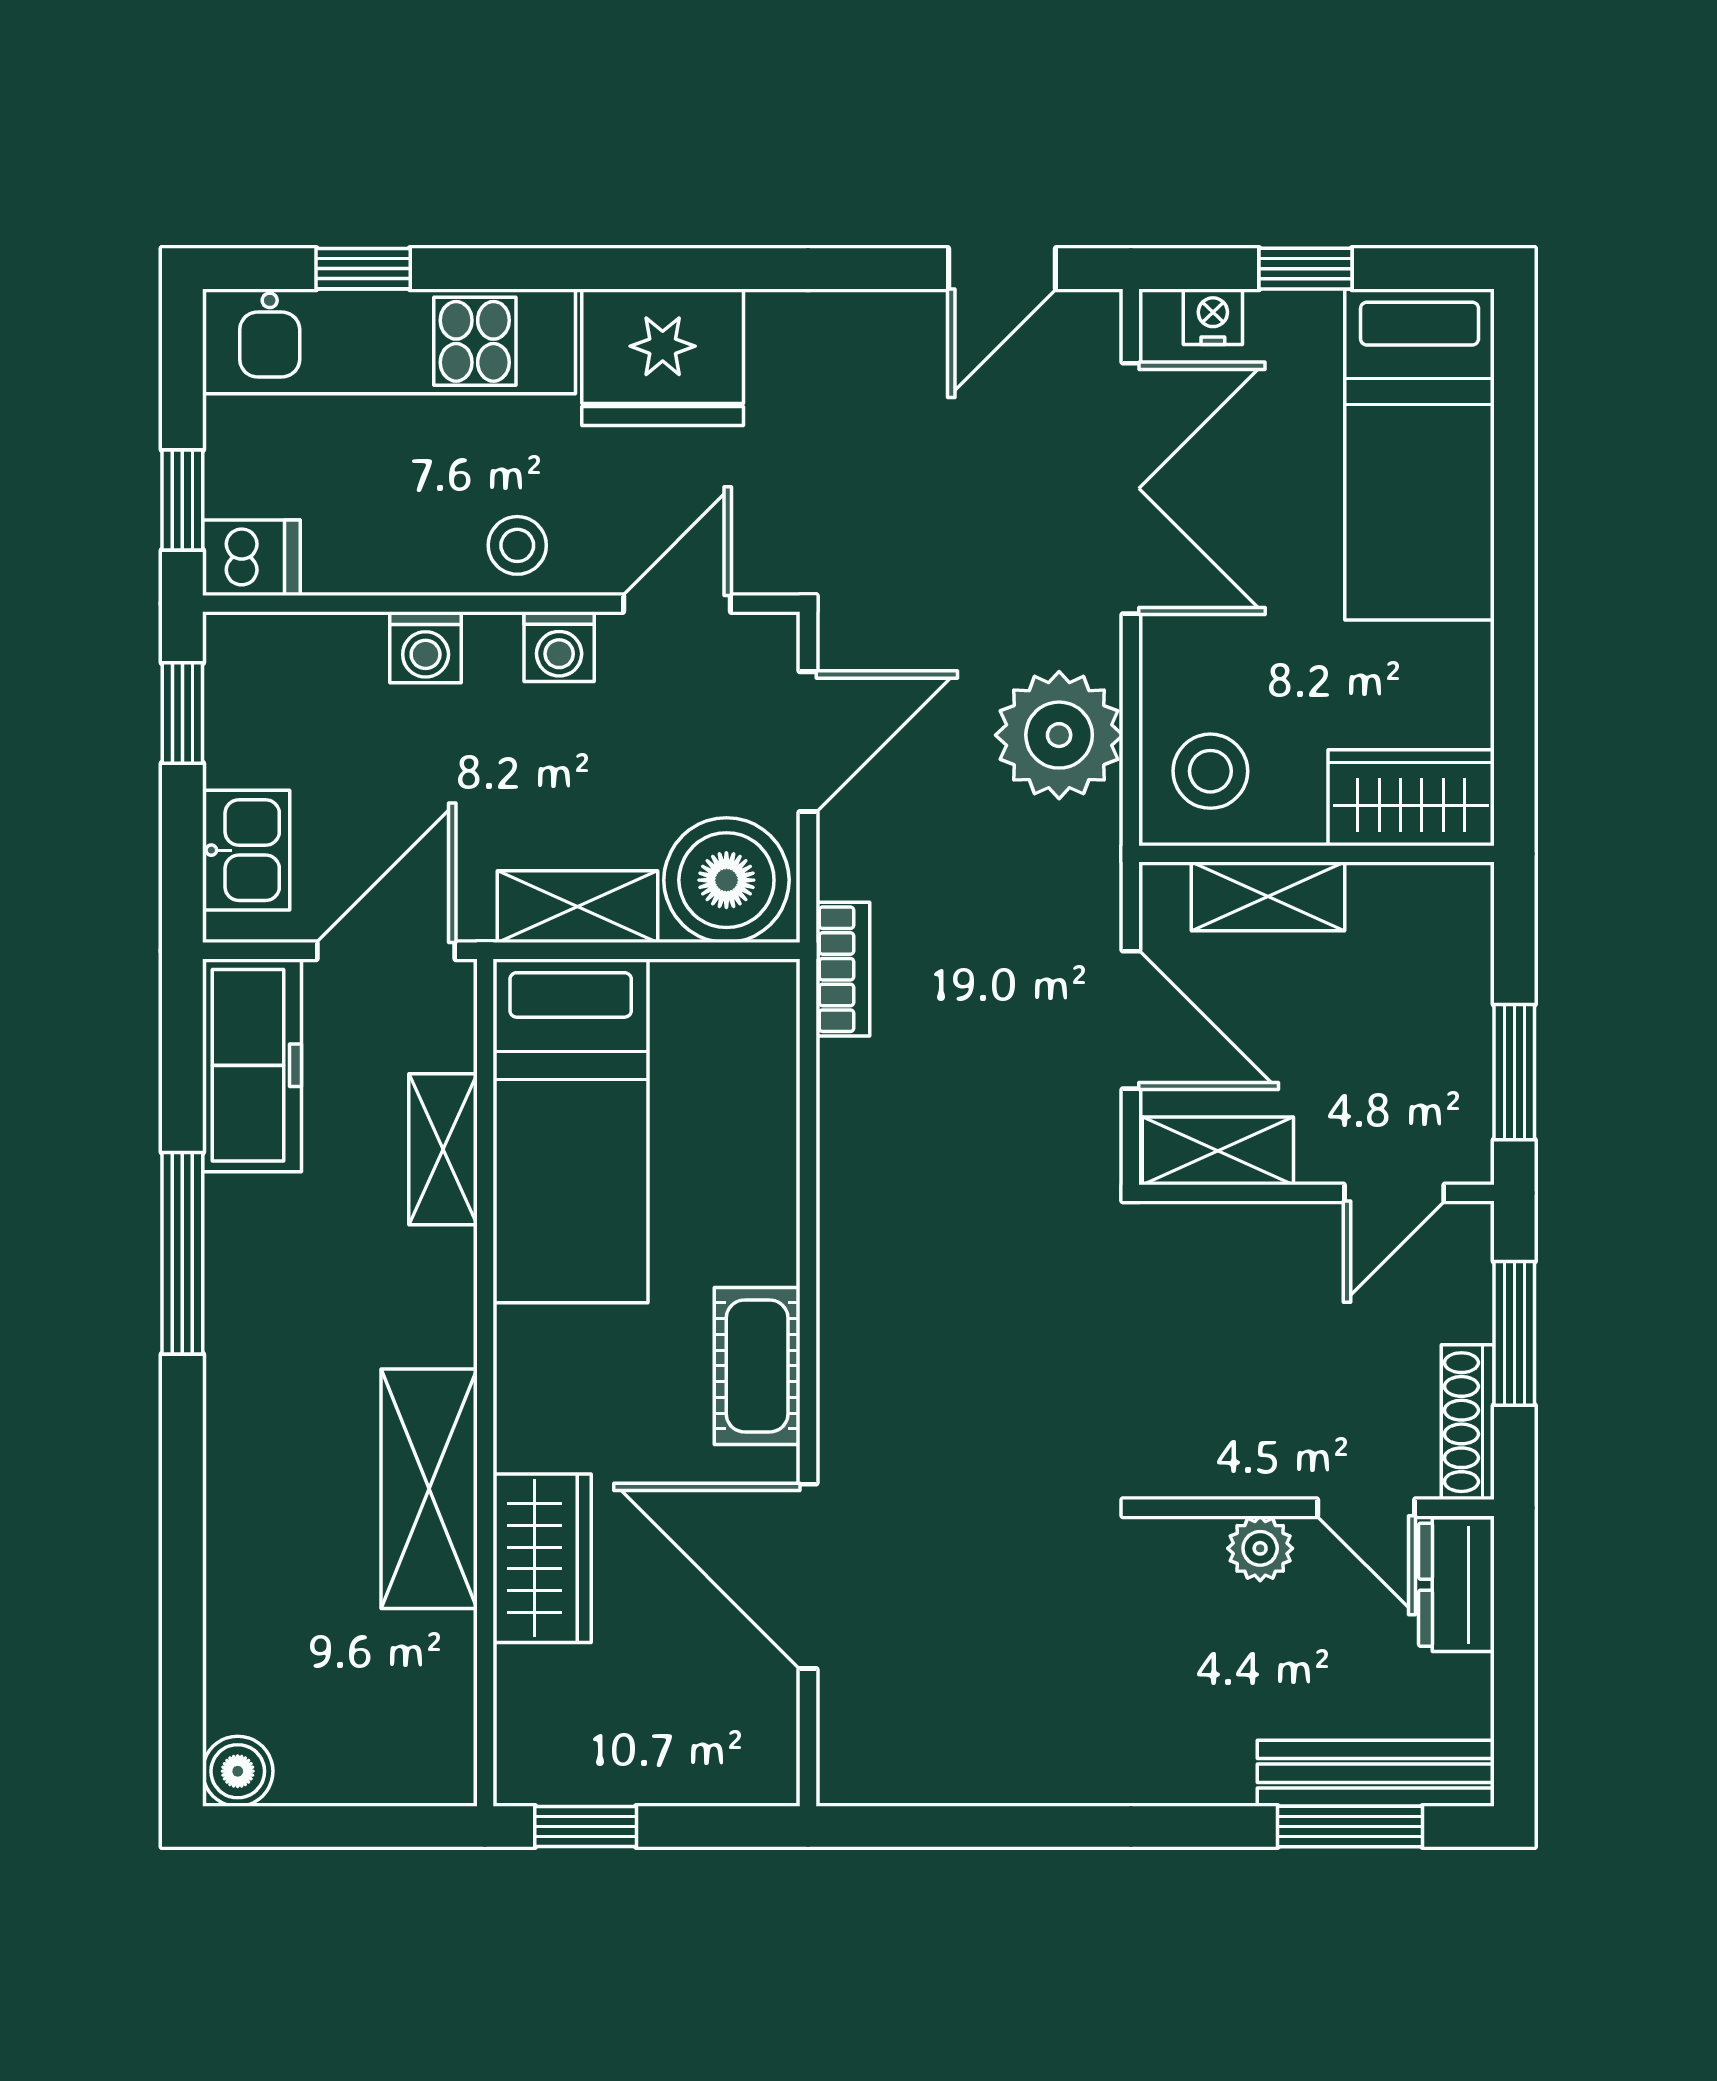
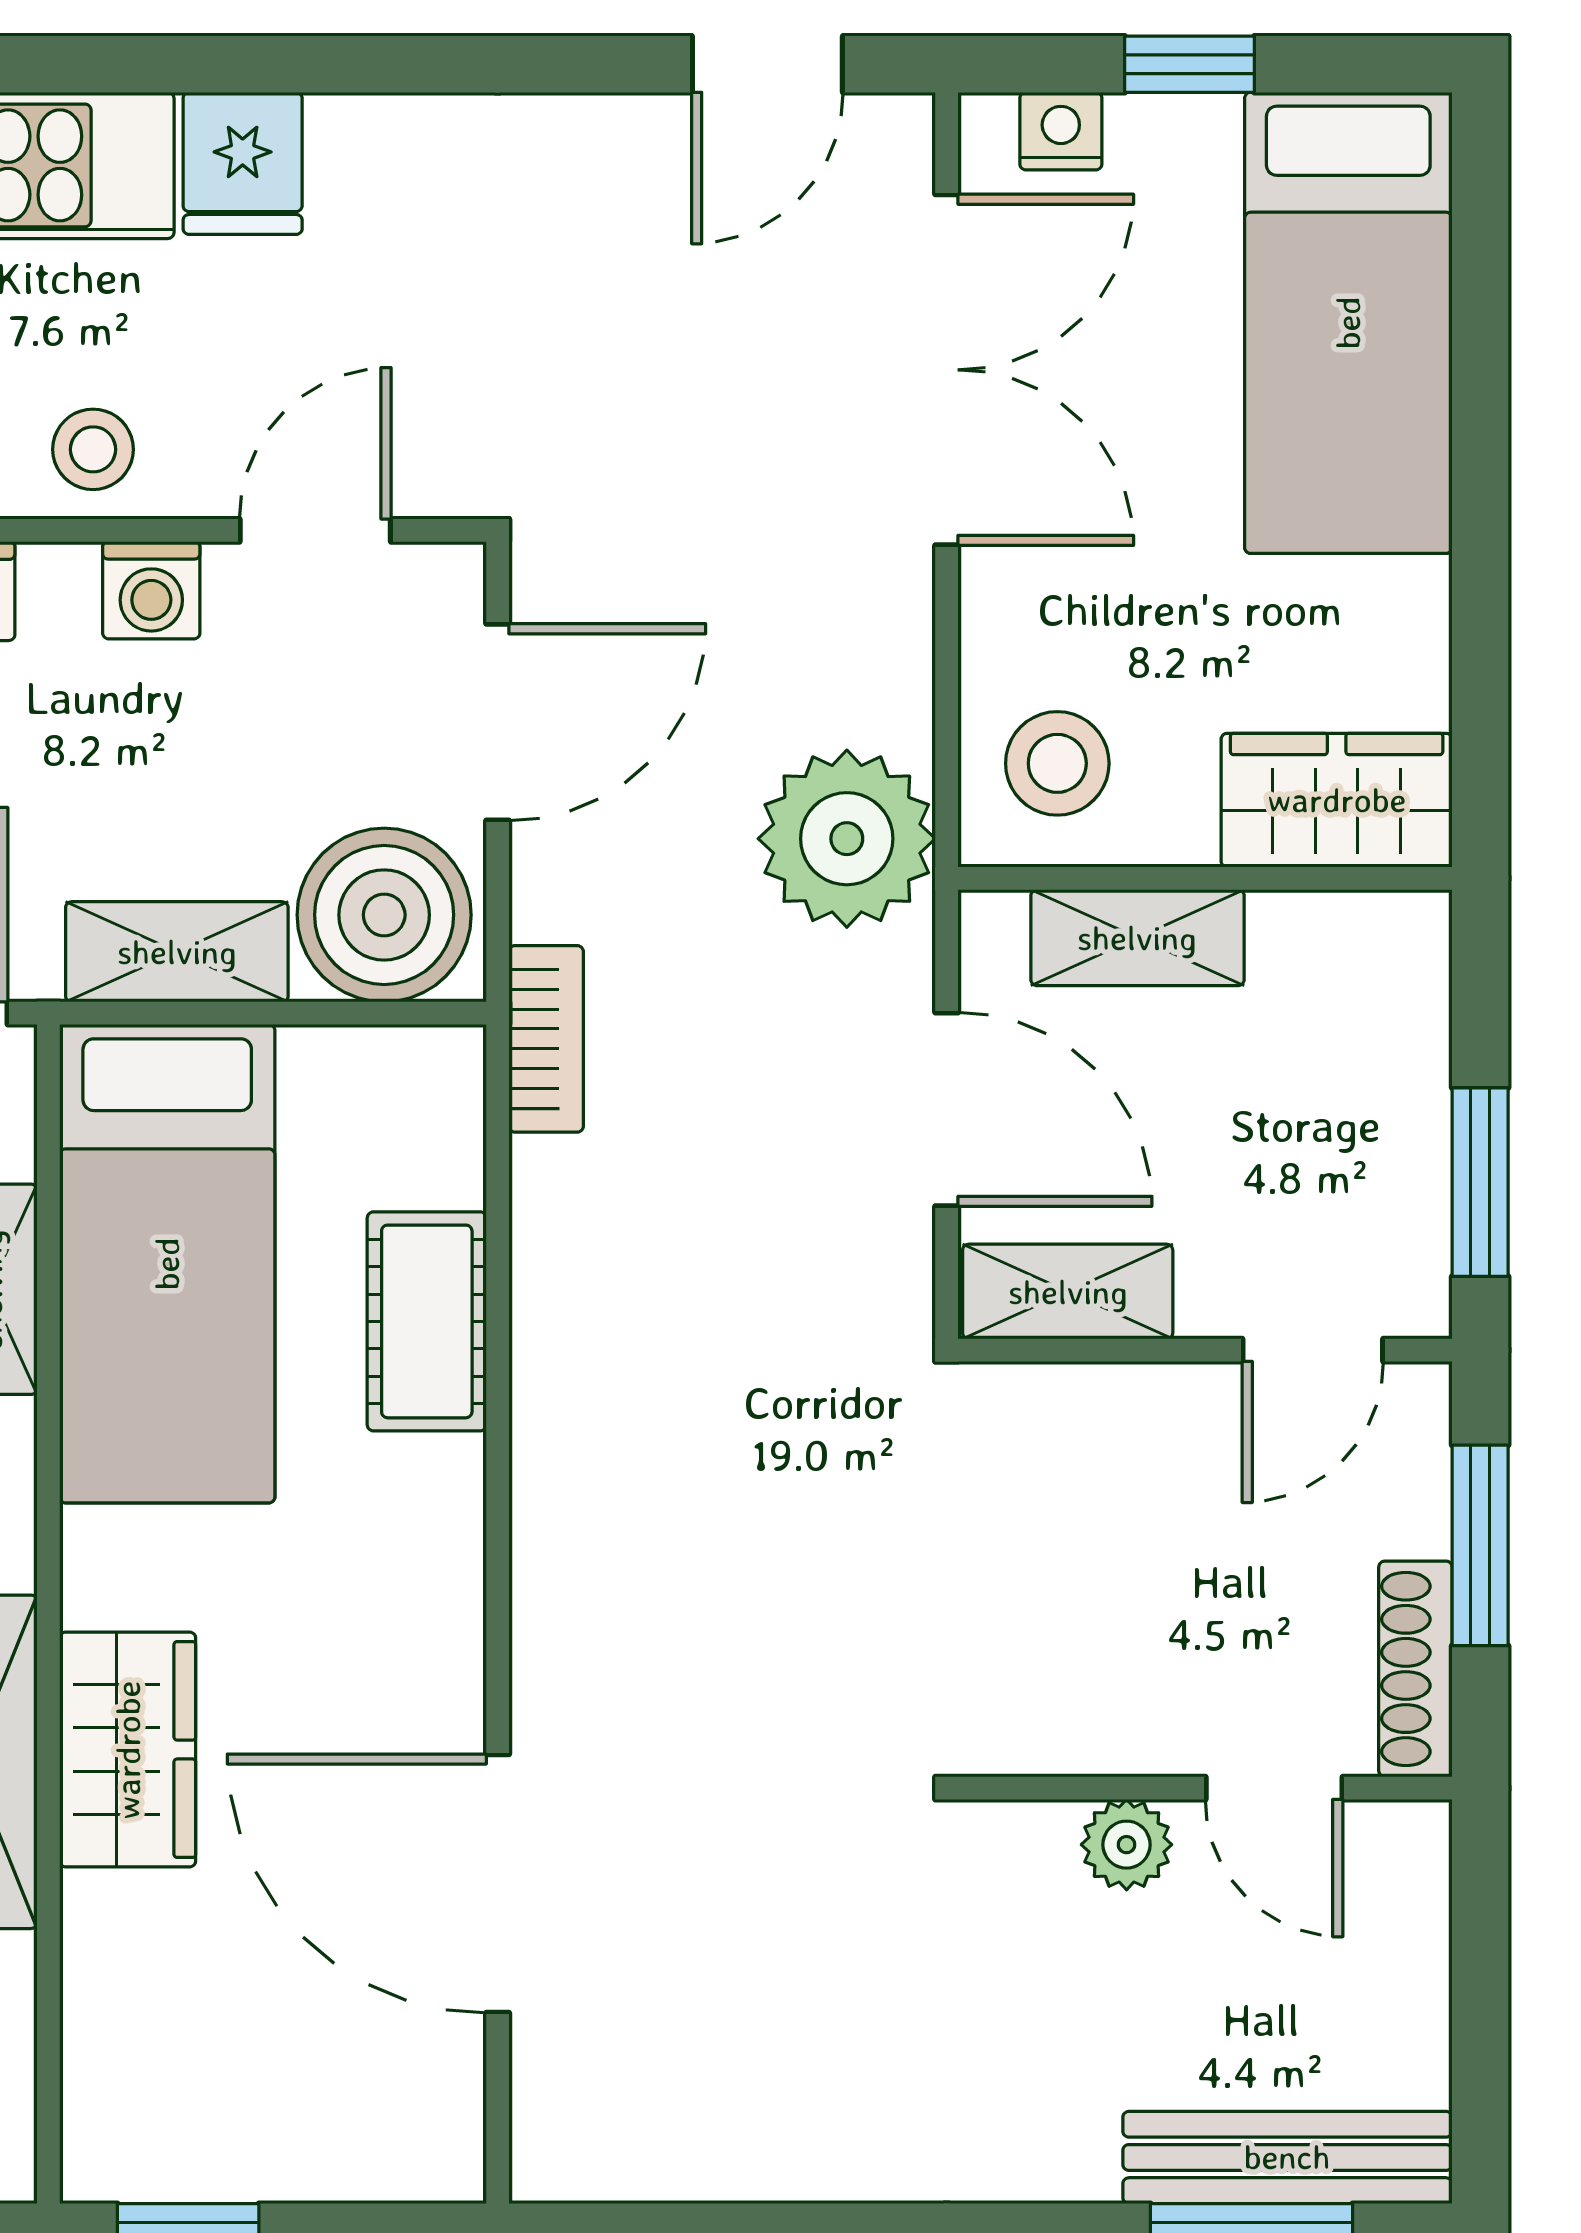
fridge: (663, 357) -> (243, 163), width x0.53, depth x0.75
plant: (1059, 735) -> (847, 839), moved
cot: (757, 1366) -> (427, 1321), moved
wardrobe: (542, 1558) -> (128, 1750), moved
dresser: (1456, 1585) -> (1400, 1895), removed

